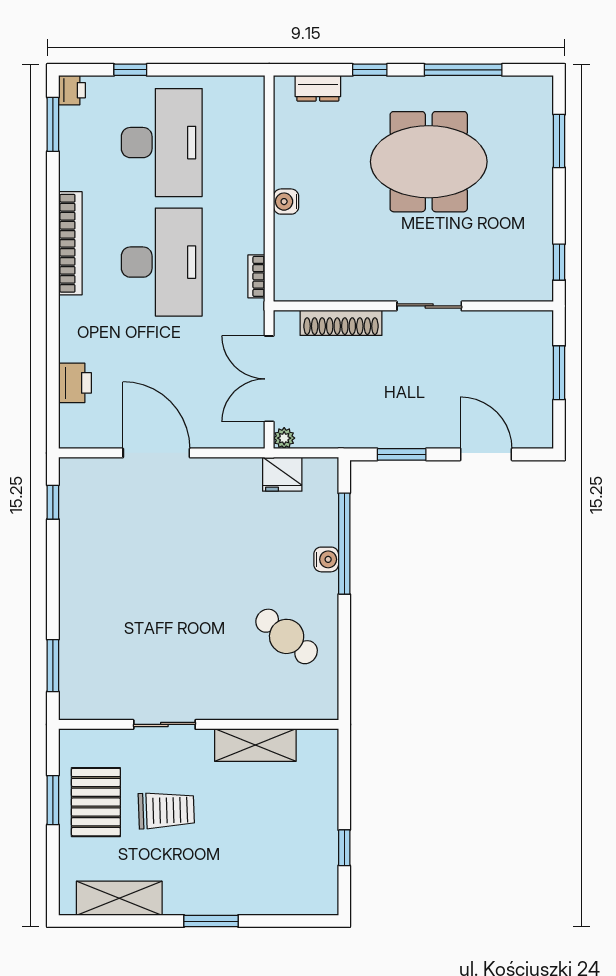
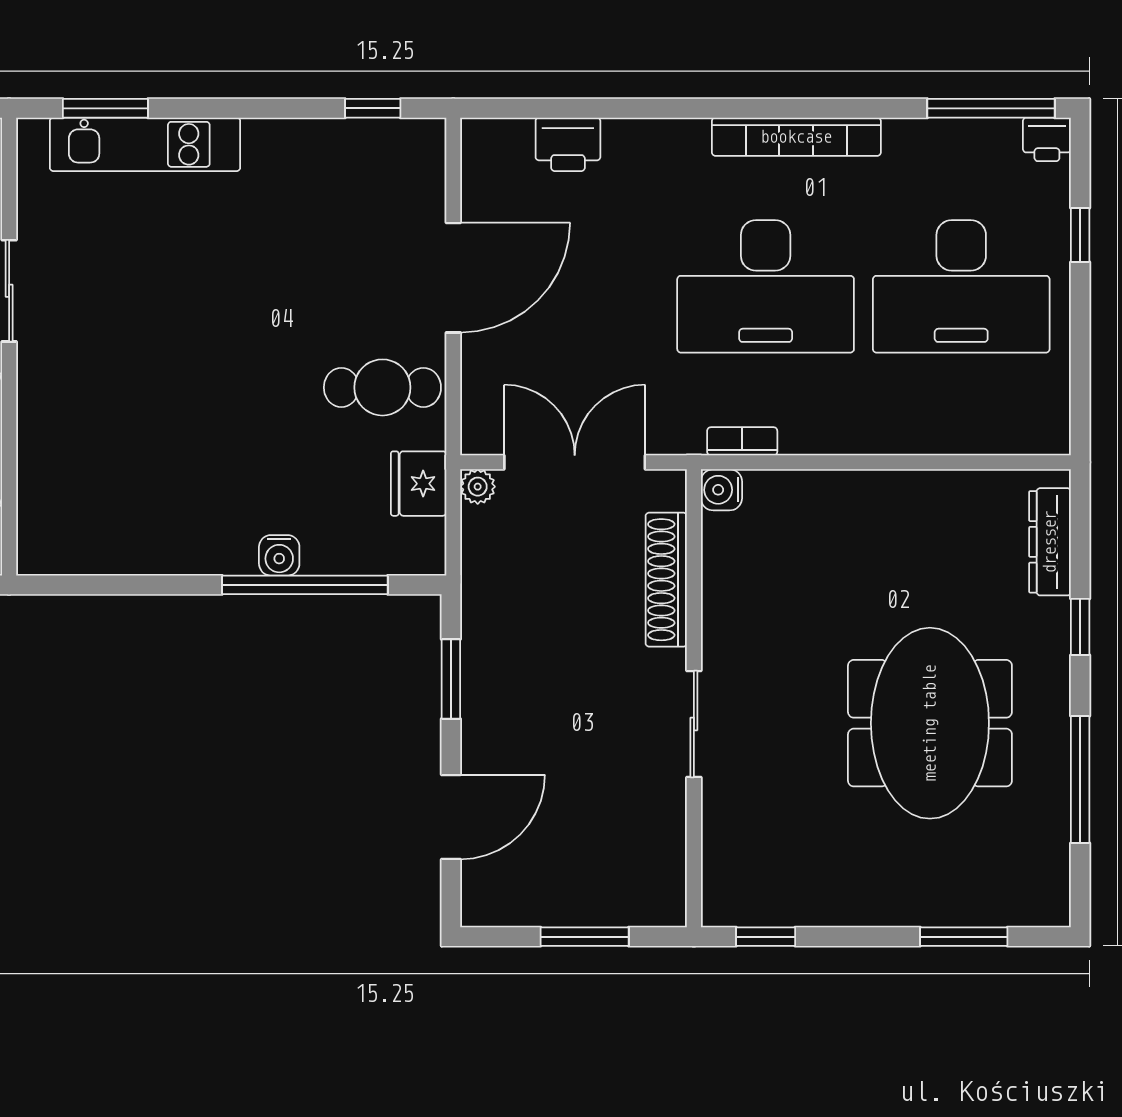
dresser: (318, 88) -> (1050, 542), width x1.44
window: (53, 124) -> (991, 108), width x1.44
water cooler: (286, 202) -> (721, 490), moved, turned -90
cafe table: (287, 636) -> (382, 387), moved, turned 51
kitchen unit: (75, 641) -> (145, 144), added

